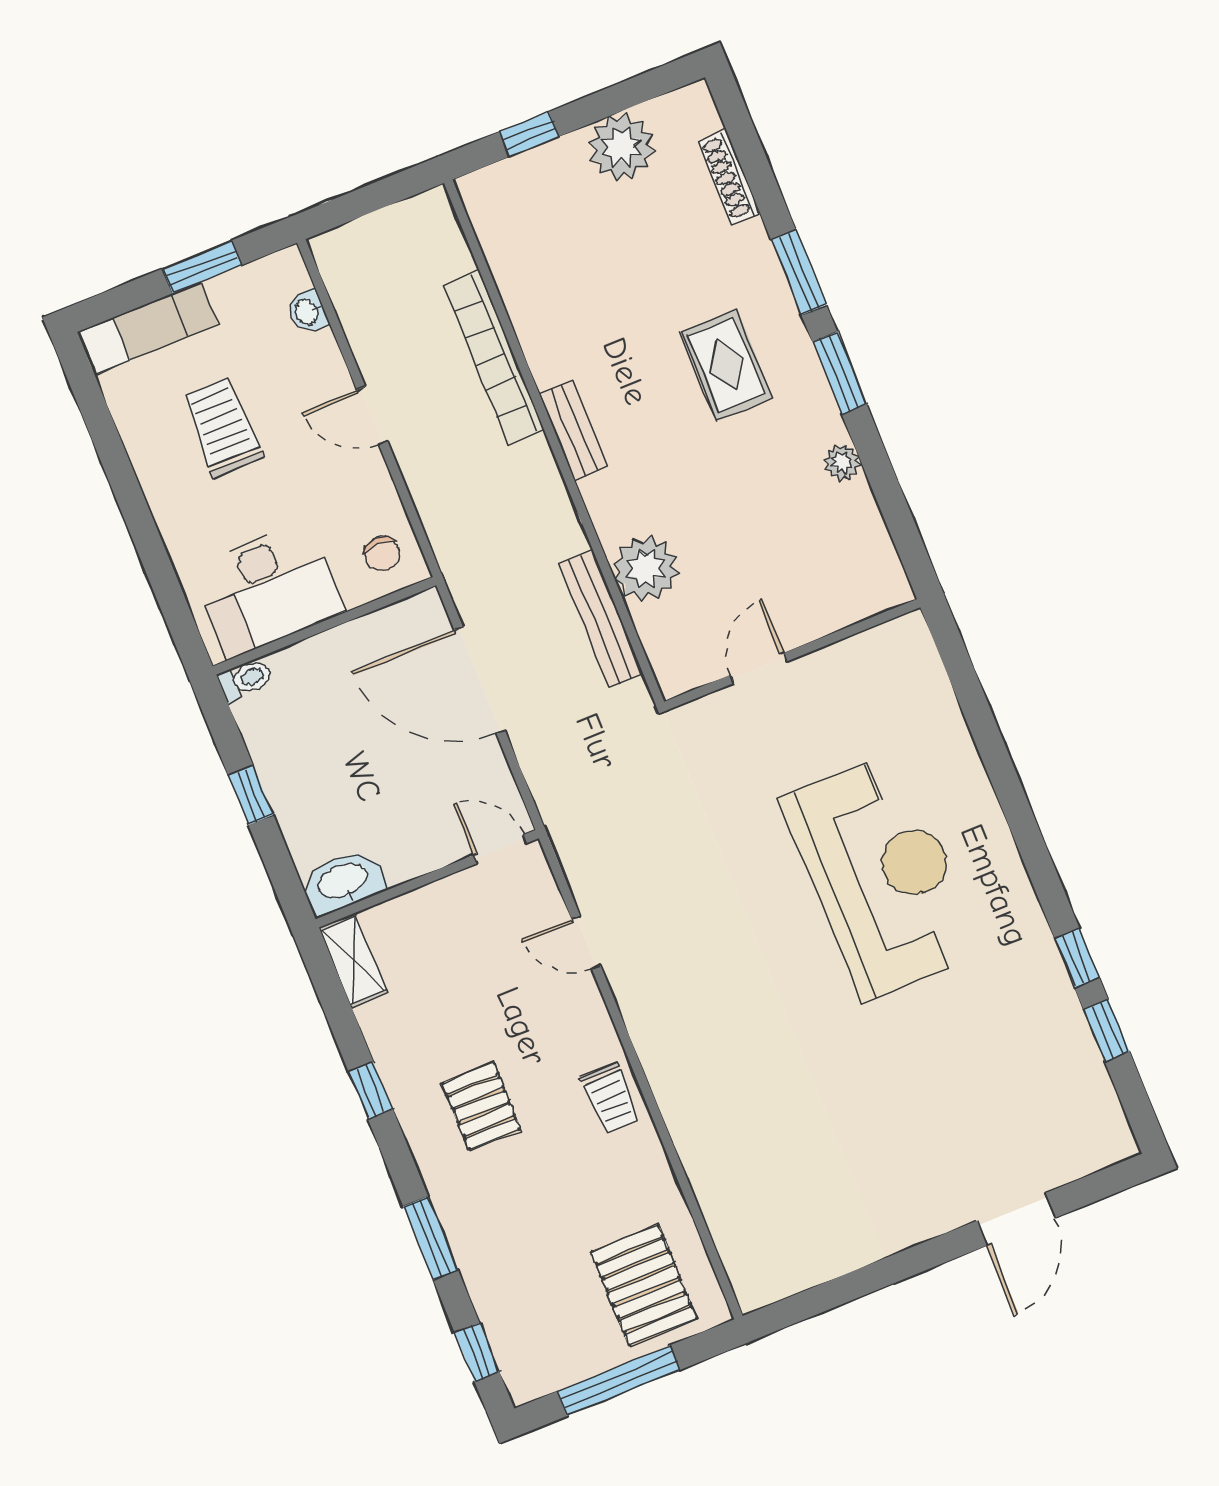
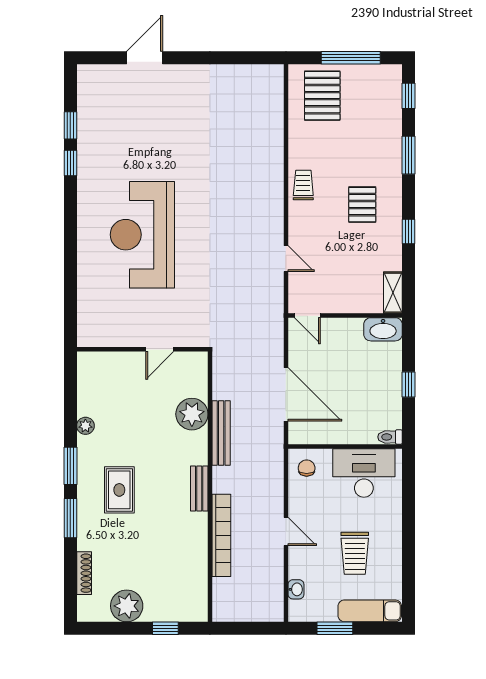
bench: (600, 618) -> (221, 433), moved

